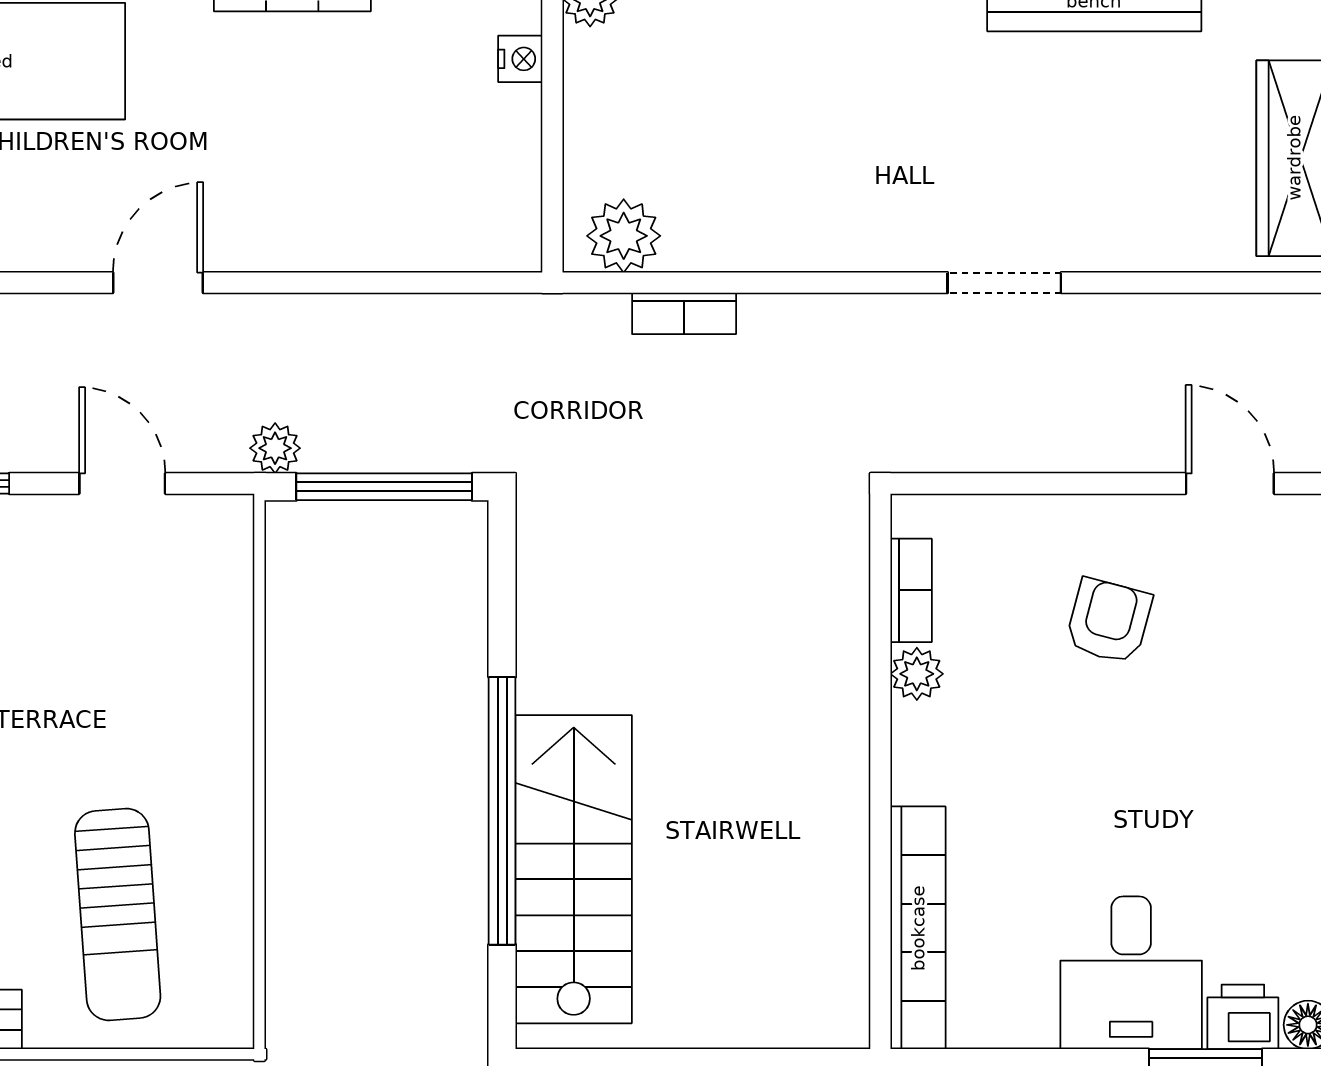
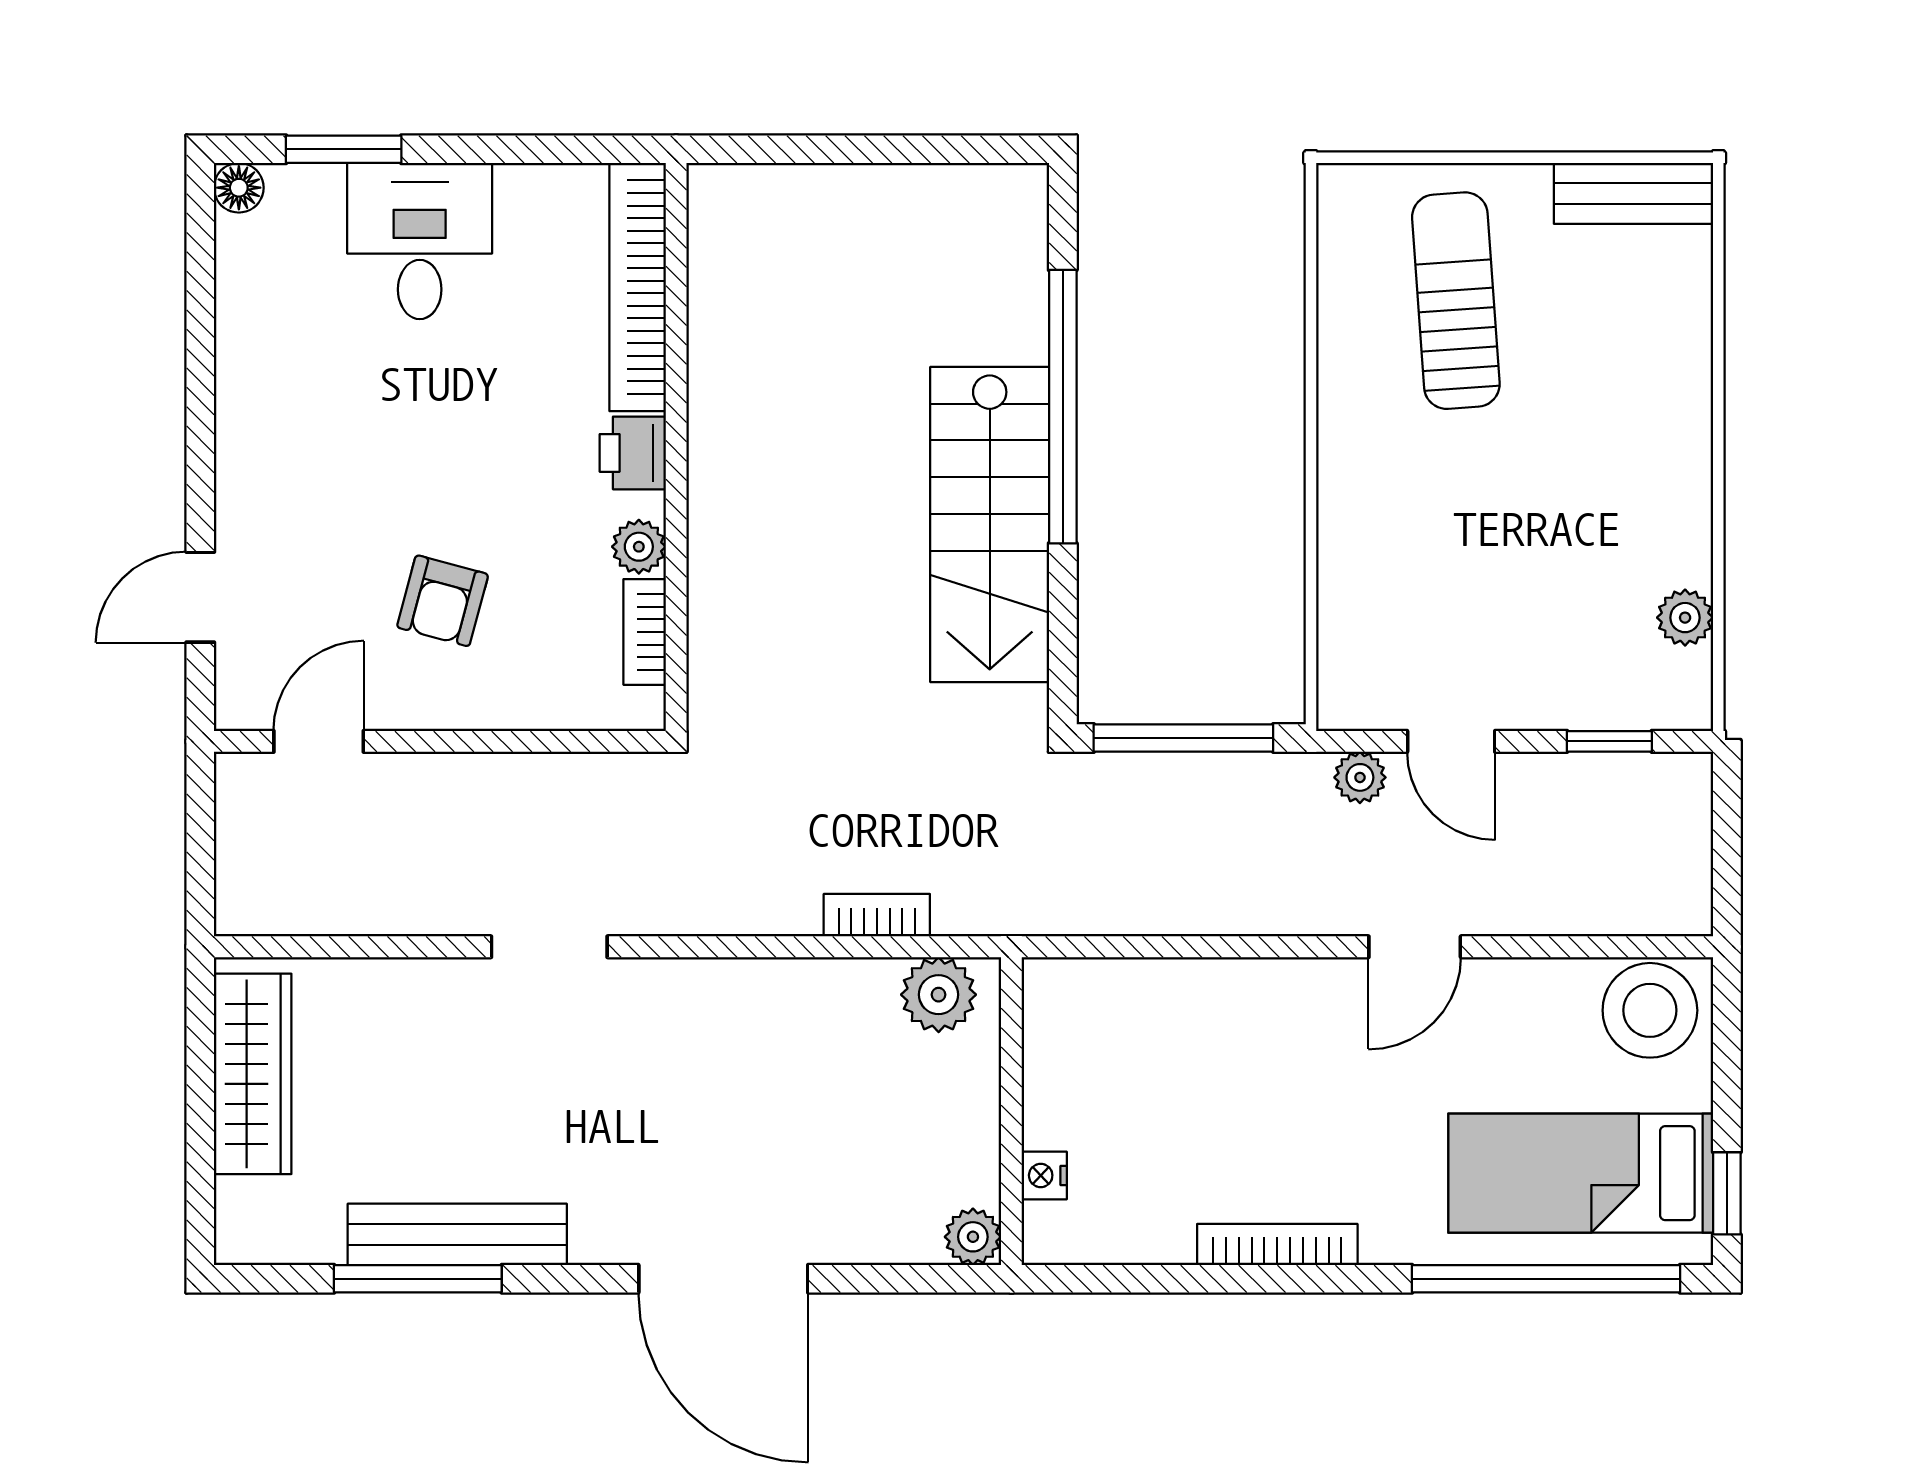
plant: (275, 448) -> (1360, 777), moved
door: (1230, 483) -> (319, 741), swing flipped
stairs: (574, 869) -> (990, 524), moved
printer: (1243, 1017) -> (633, 453), moved, turned 90

